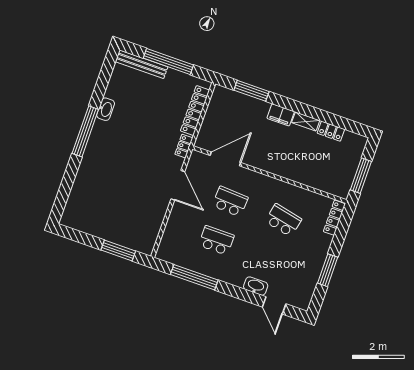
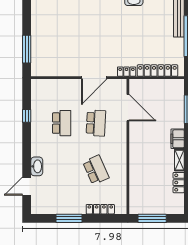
locker: (334, 218) -> (100, 209), moved
school desk: (283, 220) -> (96, 170), turned -36
window: (194, 277) -> (27, 116), width x0.32

